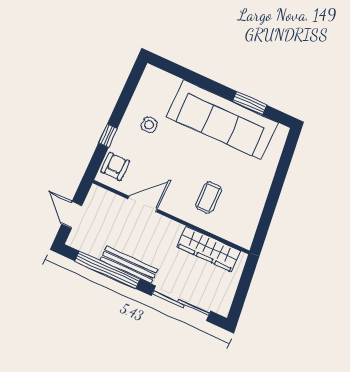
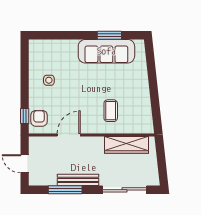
sofa: (222, 120) -> (106, 51), width x0.74, depth x0.79
window: (108, 136) -> (25, 116), moved
window: (107, 270) -> (65, 190), width x0.68

